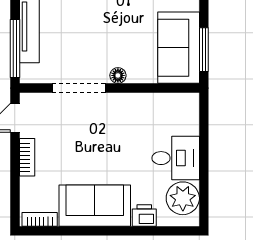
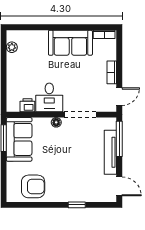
desk: (176, 158) -> (49, 97), moved, turned -90
plant: (183, 198) -> (12, 47), width x0.53, depth x0.53
printer: (144, 215) -> (27, 105), moved, turned 180

